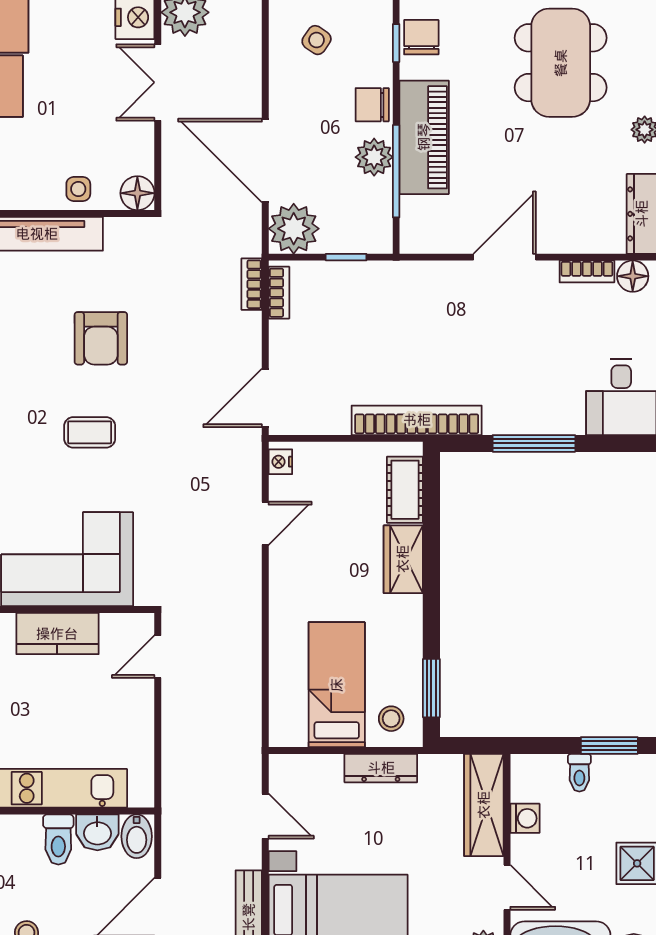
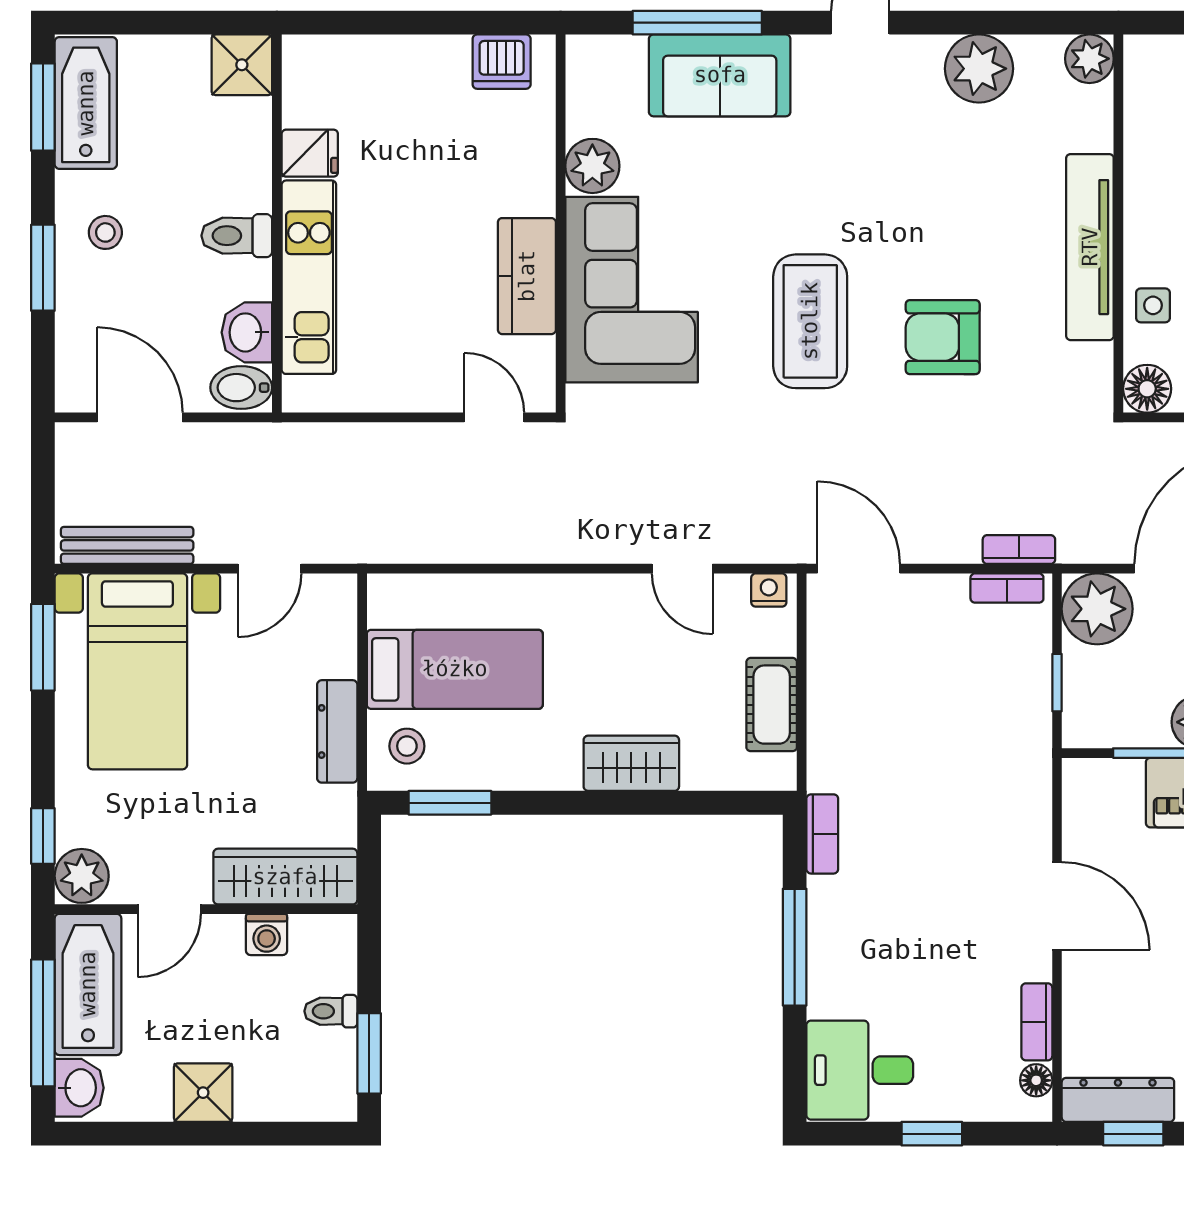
floor lamp: (633, 276) -> (1036, 1080), width x0.73, depth x0.73
bookcase: (417, 420) -> (822, 834), width x0.43, depth x0.76
coffee table: (90, 432) -> (810, 321), width x1.86, depth x1.72
cot: (405, 490) -> (772, 705), moved, turned 90
toilet: (58, 839) -> (237, 236), moved

